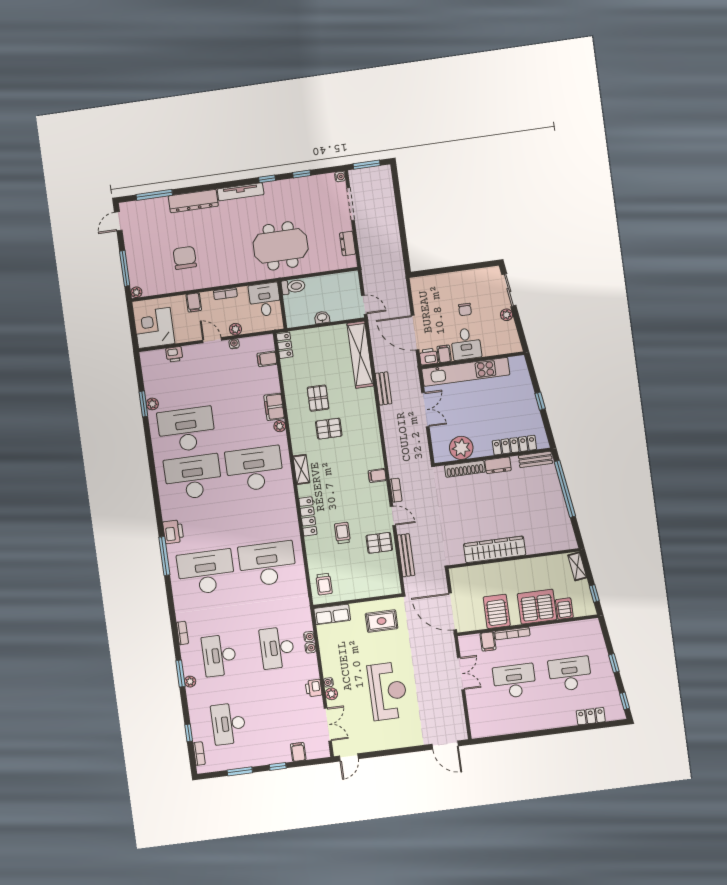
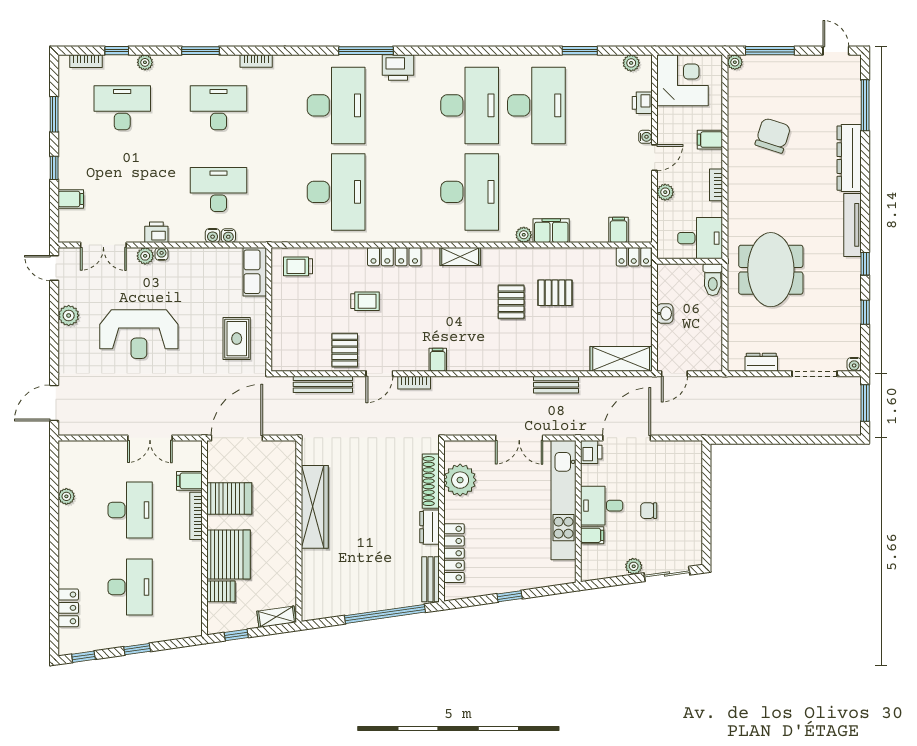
chair: (185, 258) -> (773, 136), turned -72
water cooler: (234, 344) -> (645, 137), moved
filing cabinet: (444, 354) -> (592, 535), moved
shelving: (360, 355) -> (621, 359), width x0.68
plant: (152, 404) -> (631, 63), moved
plant: (190, 682) -> (145, 62), moved
plant: (511, 728) -> (66, 496), added
plant: (381, 743) -> (69, 315), added

